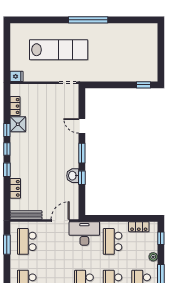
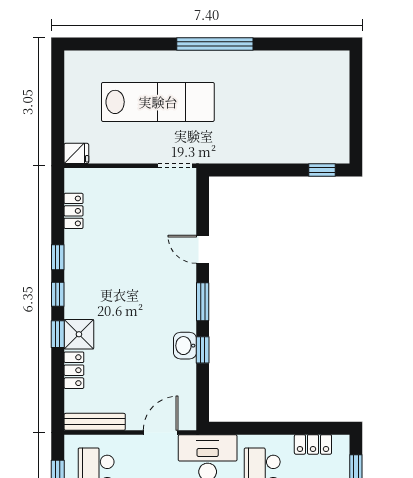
shower: (18, 124) -> (79, 334), moved

